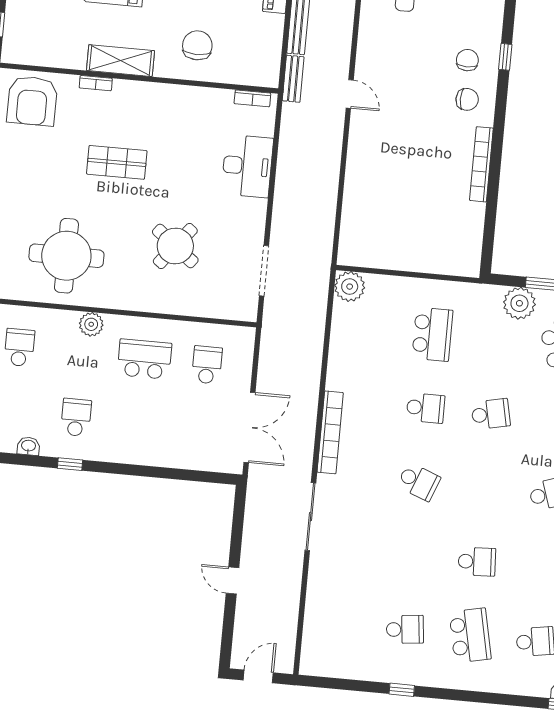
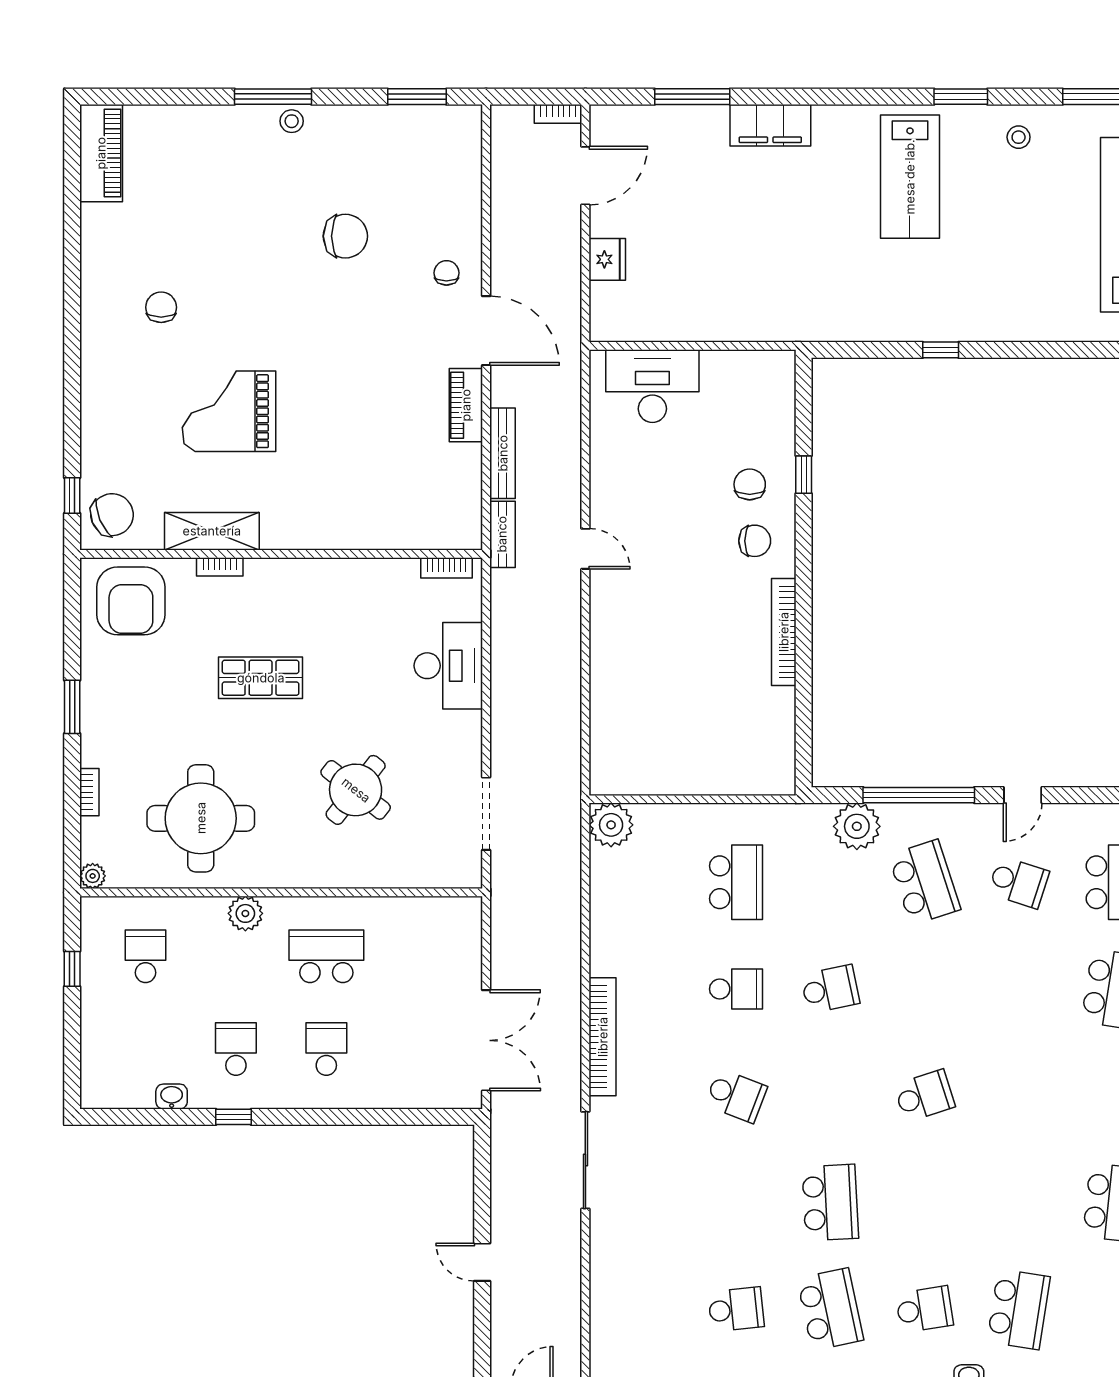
chair: (197, 45) -> (112, 515), moved, turned 67
shelving: (120, 61) -> (212, 531), moved
school desk: (207, 365) -> (326, 1049), moved
school desk: (477, 562) -> (830, 1203), width x1.85

